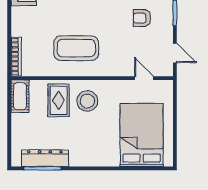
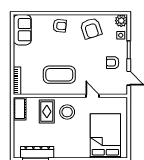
armchair: (142, 18) -> (113, 63), moved
door: (144, 78) -> (92, 96), moved

